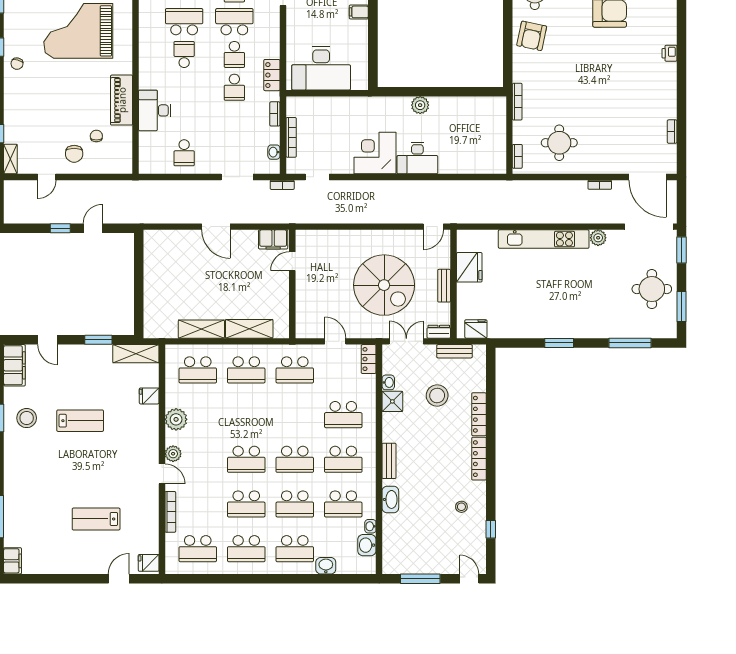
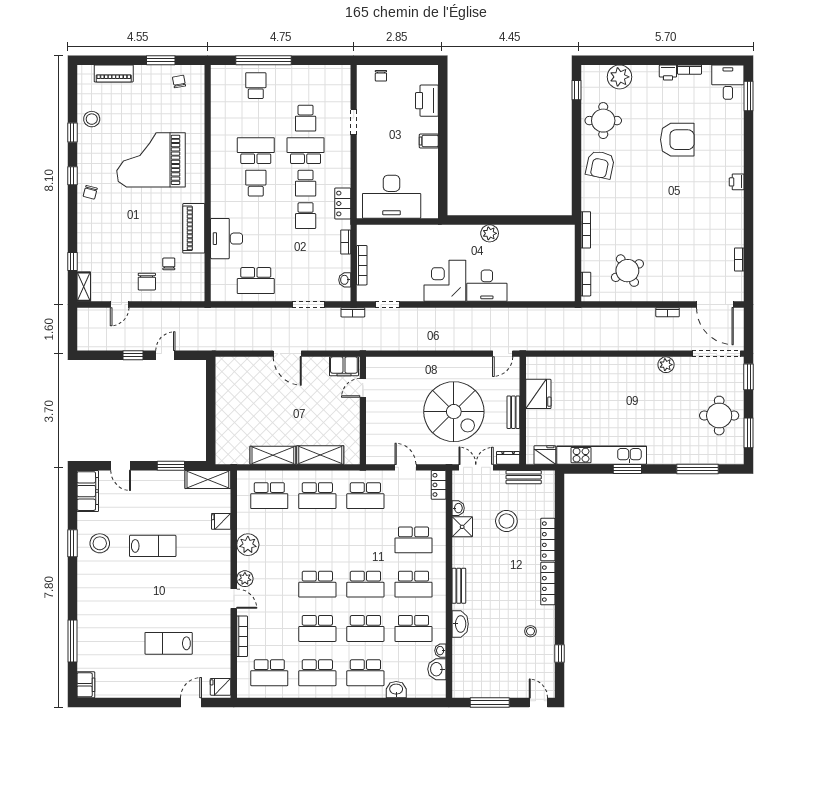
round table: (559, 143) -> (627, 271), turned -30
school desk: (184, 153) -> (256, 281), width x1.85
kitchen unit: (544, 239) -> (602, 455), moved, turned 180

